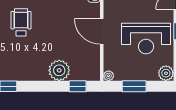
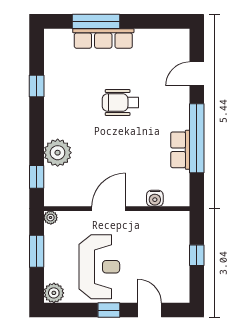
wheelchair: (21, 22) -> (121, 102), turned 180
reception desk: (146, 39) -> (99, 267), turned 180

